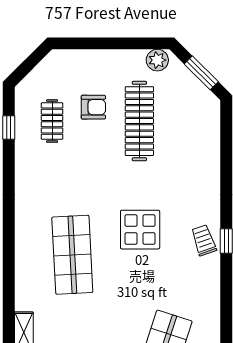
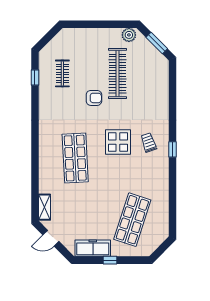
armchair: (93, 107) -> (94, 98), moved
trolley: (204, 240) -> (149, 143), moved

